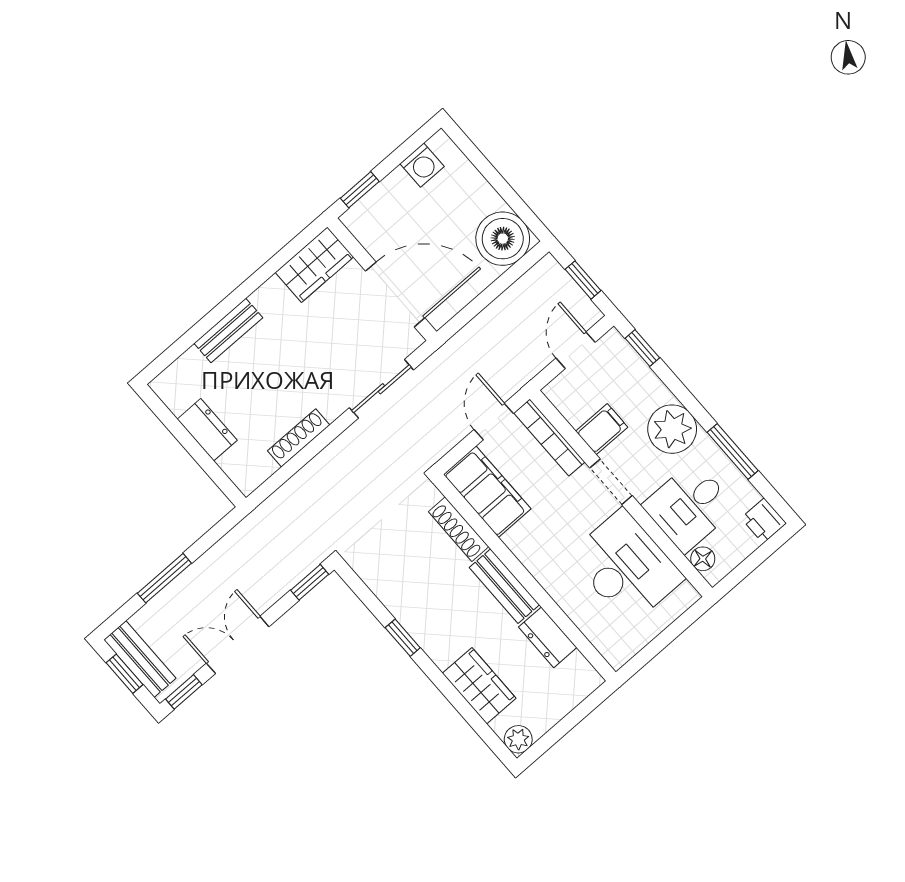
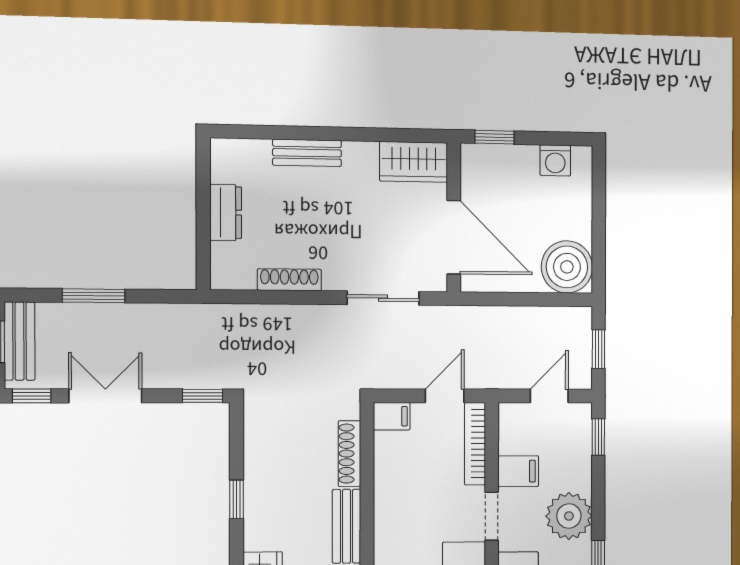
filing cabinet: (487, 492) -> (392, 416), width x0.33, depth x0.86

